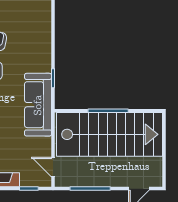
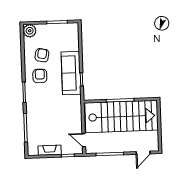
sofa: (38, 105) -> (71, 73), moved

